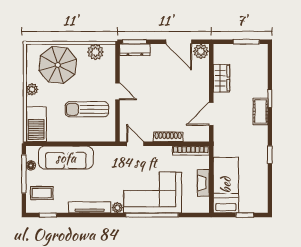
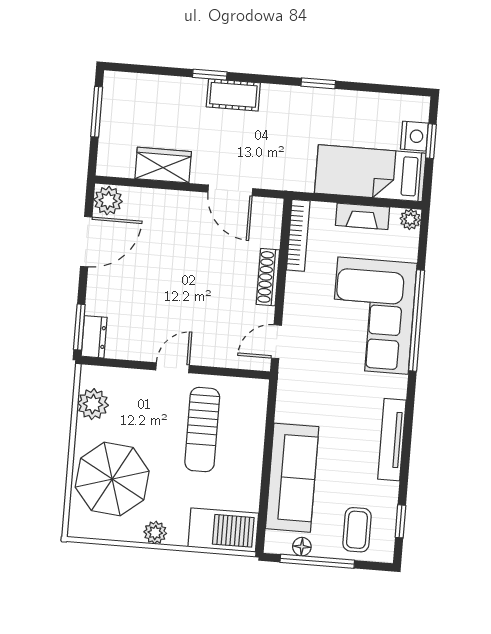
dresser: (135, 50) -> (94, 337), width x0.70
nightstand: (247, 206) -> (414, 136), added
plant: (117, 208) -> (410, 219), moved

